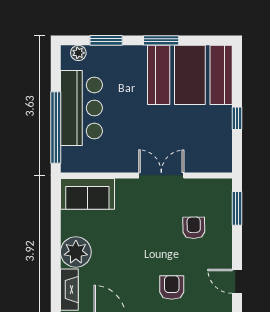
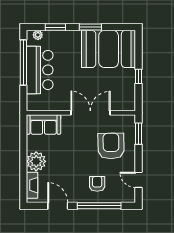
window: (56, 128) -> (23, 63), moved
double door: (161, 175) -> (90, 113), width x1.37
armchair: (194, 228) -> (111, 146), width x1.88, depth x1.88

